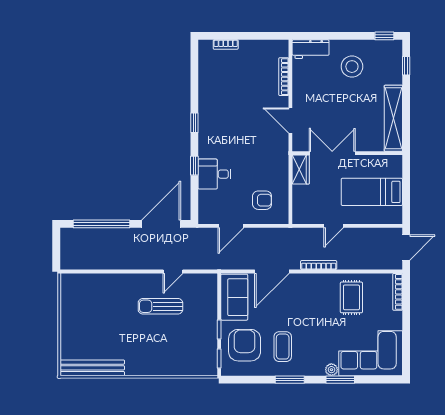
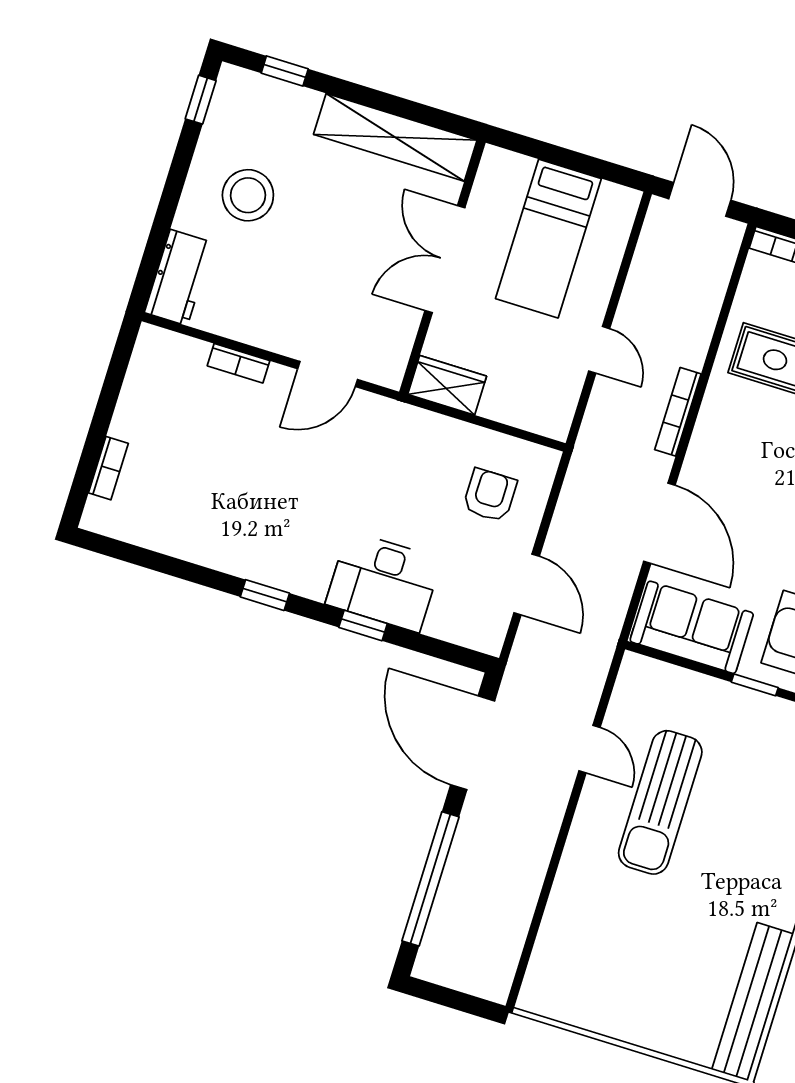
bookcase: (284, 77) -> (238, 363), width x0.64
double door: (332, 153) -> (445, 259), moved
desk: (214, 174) -> (384, 582), width x1.37
sun lounger: (160, 306) -> (660, 802), width x1.36, depth x1.34

